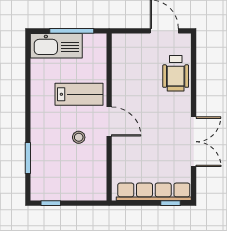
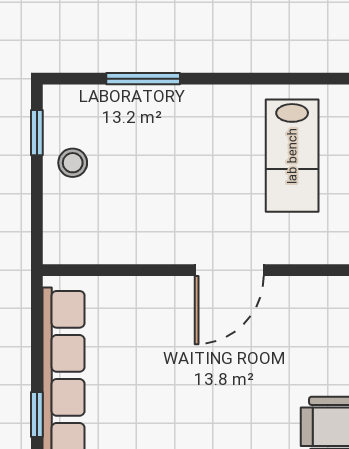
lab bench: (79, 94) -> (292, 156), moved
stool: (79, 137) -> (73, 163), moved

